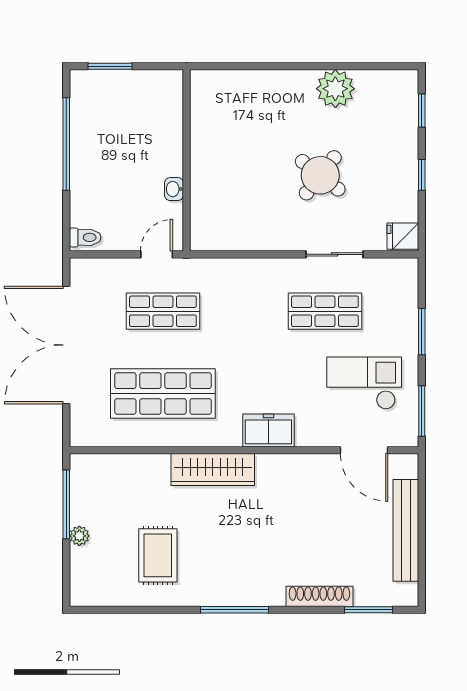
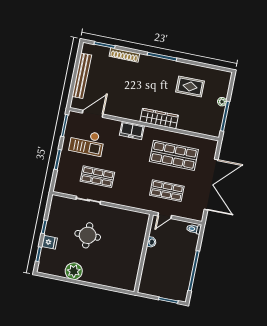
round table: (320, 175) -> (88, 235), turned -38
fridge: (403, 236) -> (49, 242), moved
door: (364, 450) -> (93, 114), hinge flipped
rug: (158, 555) -> (190, 86), turned 90

